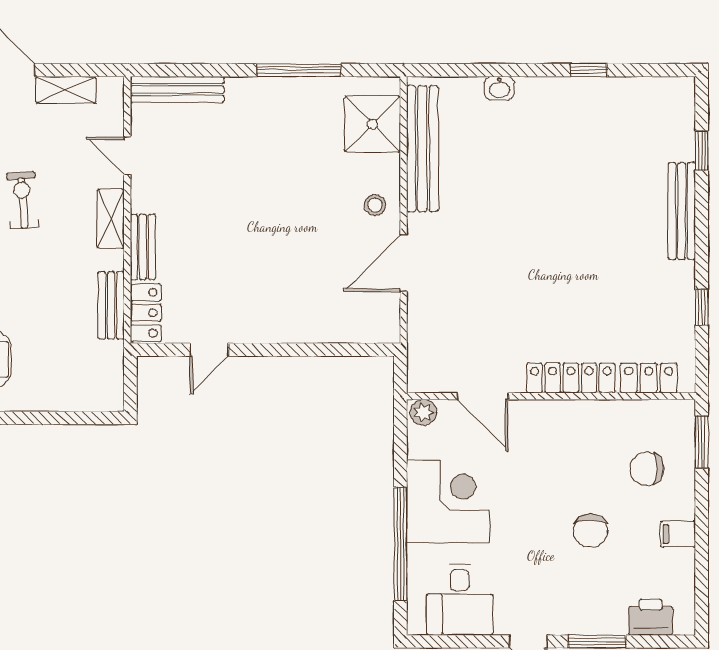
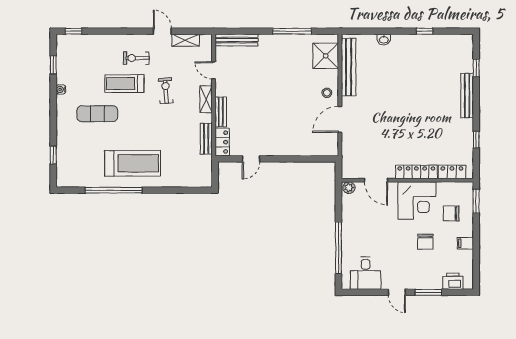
corner desk: (448, 501) -> (417, 201), moved, turned 90

